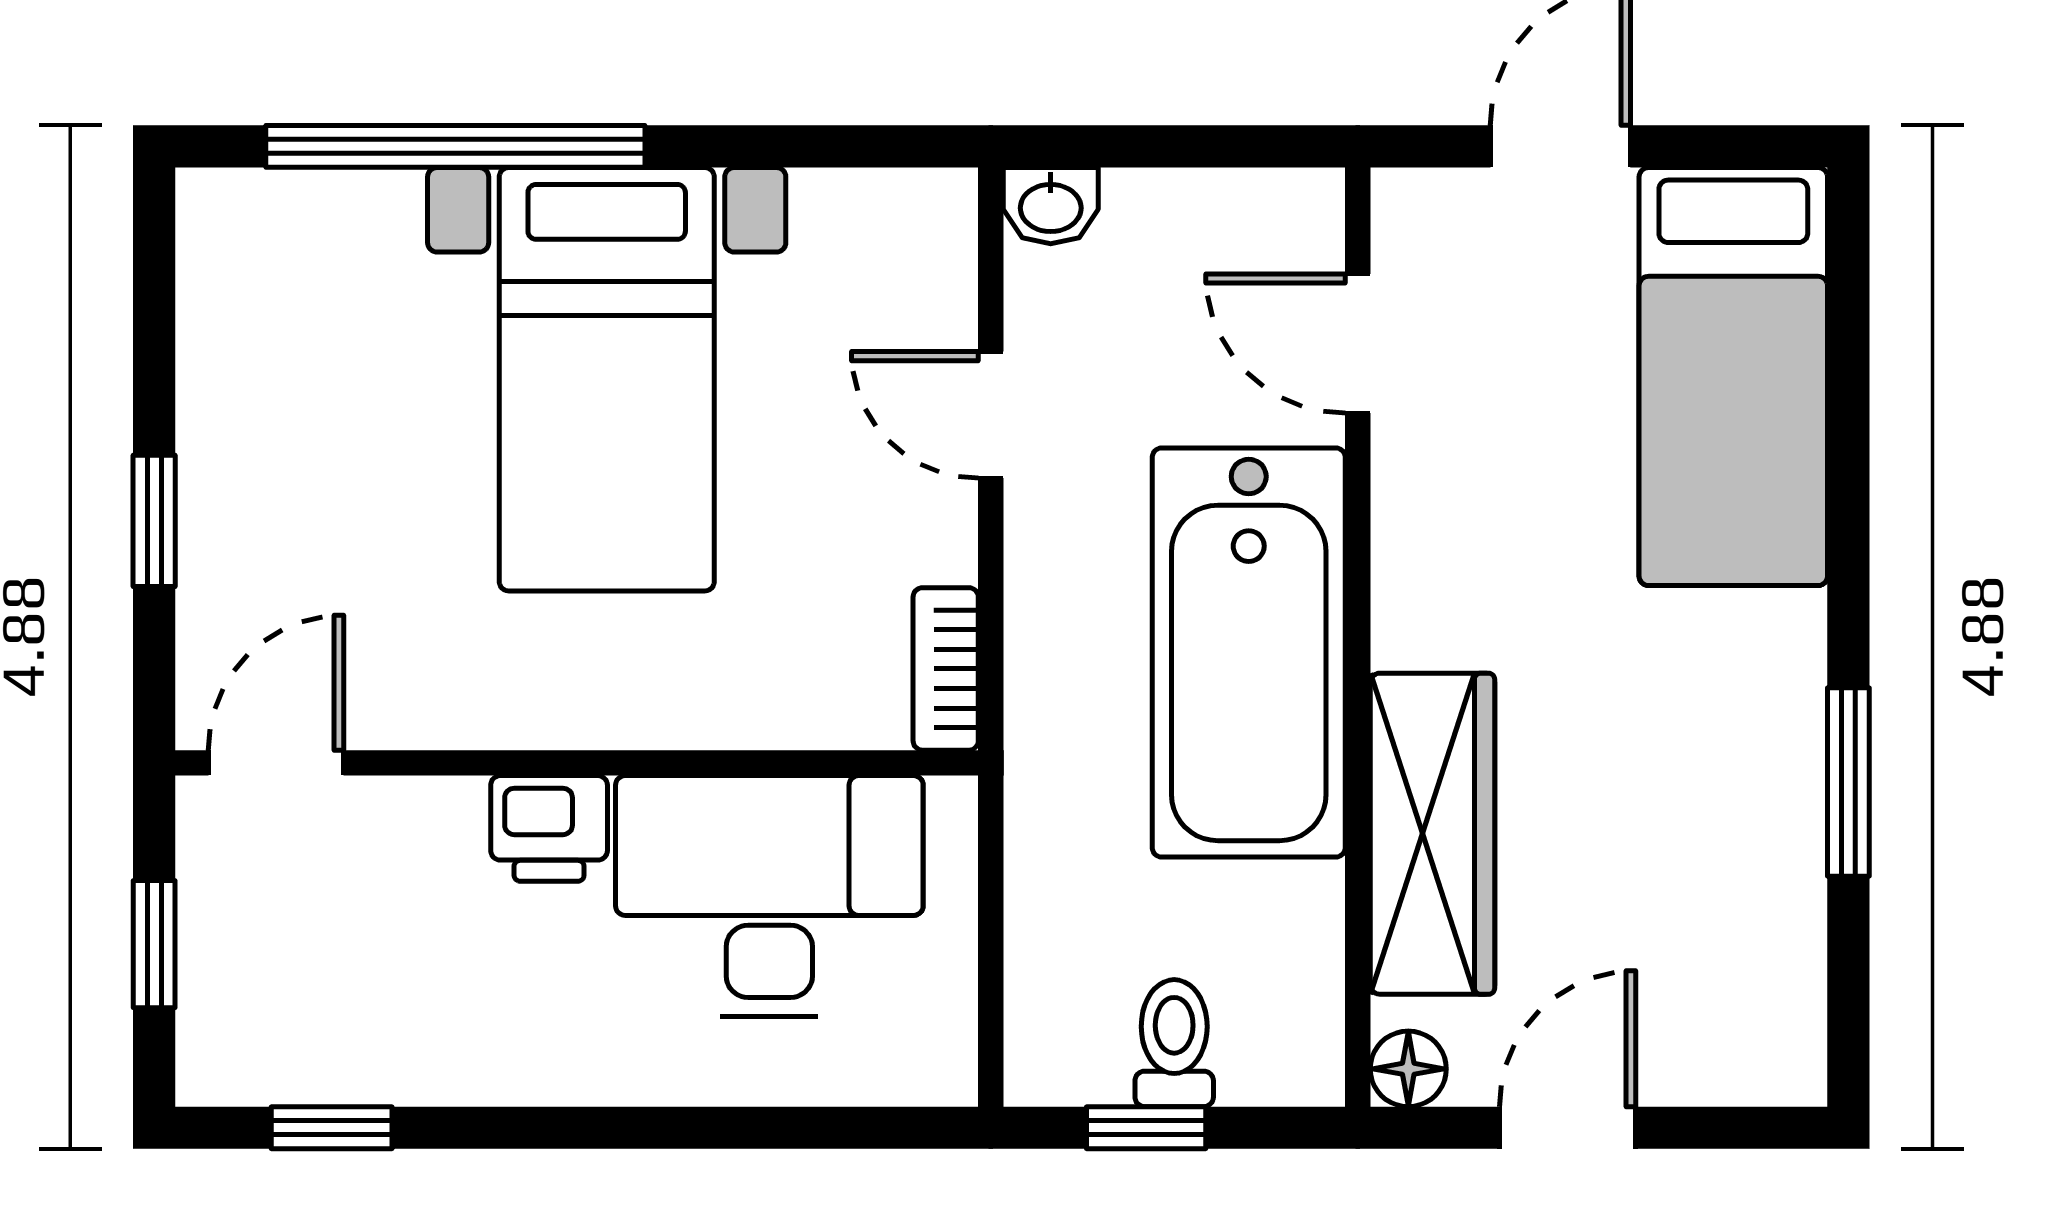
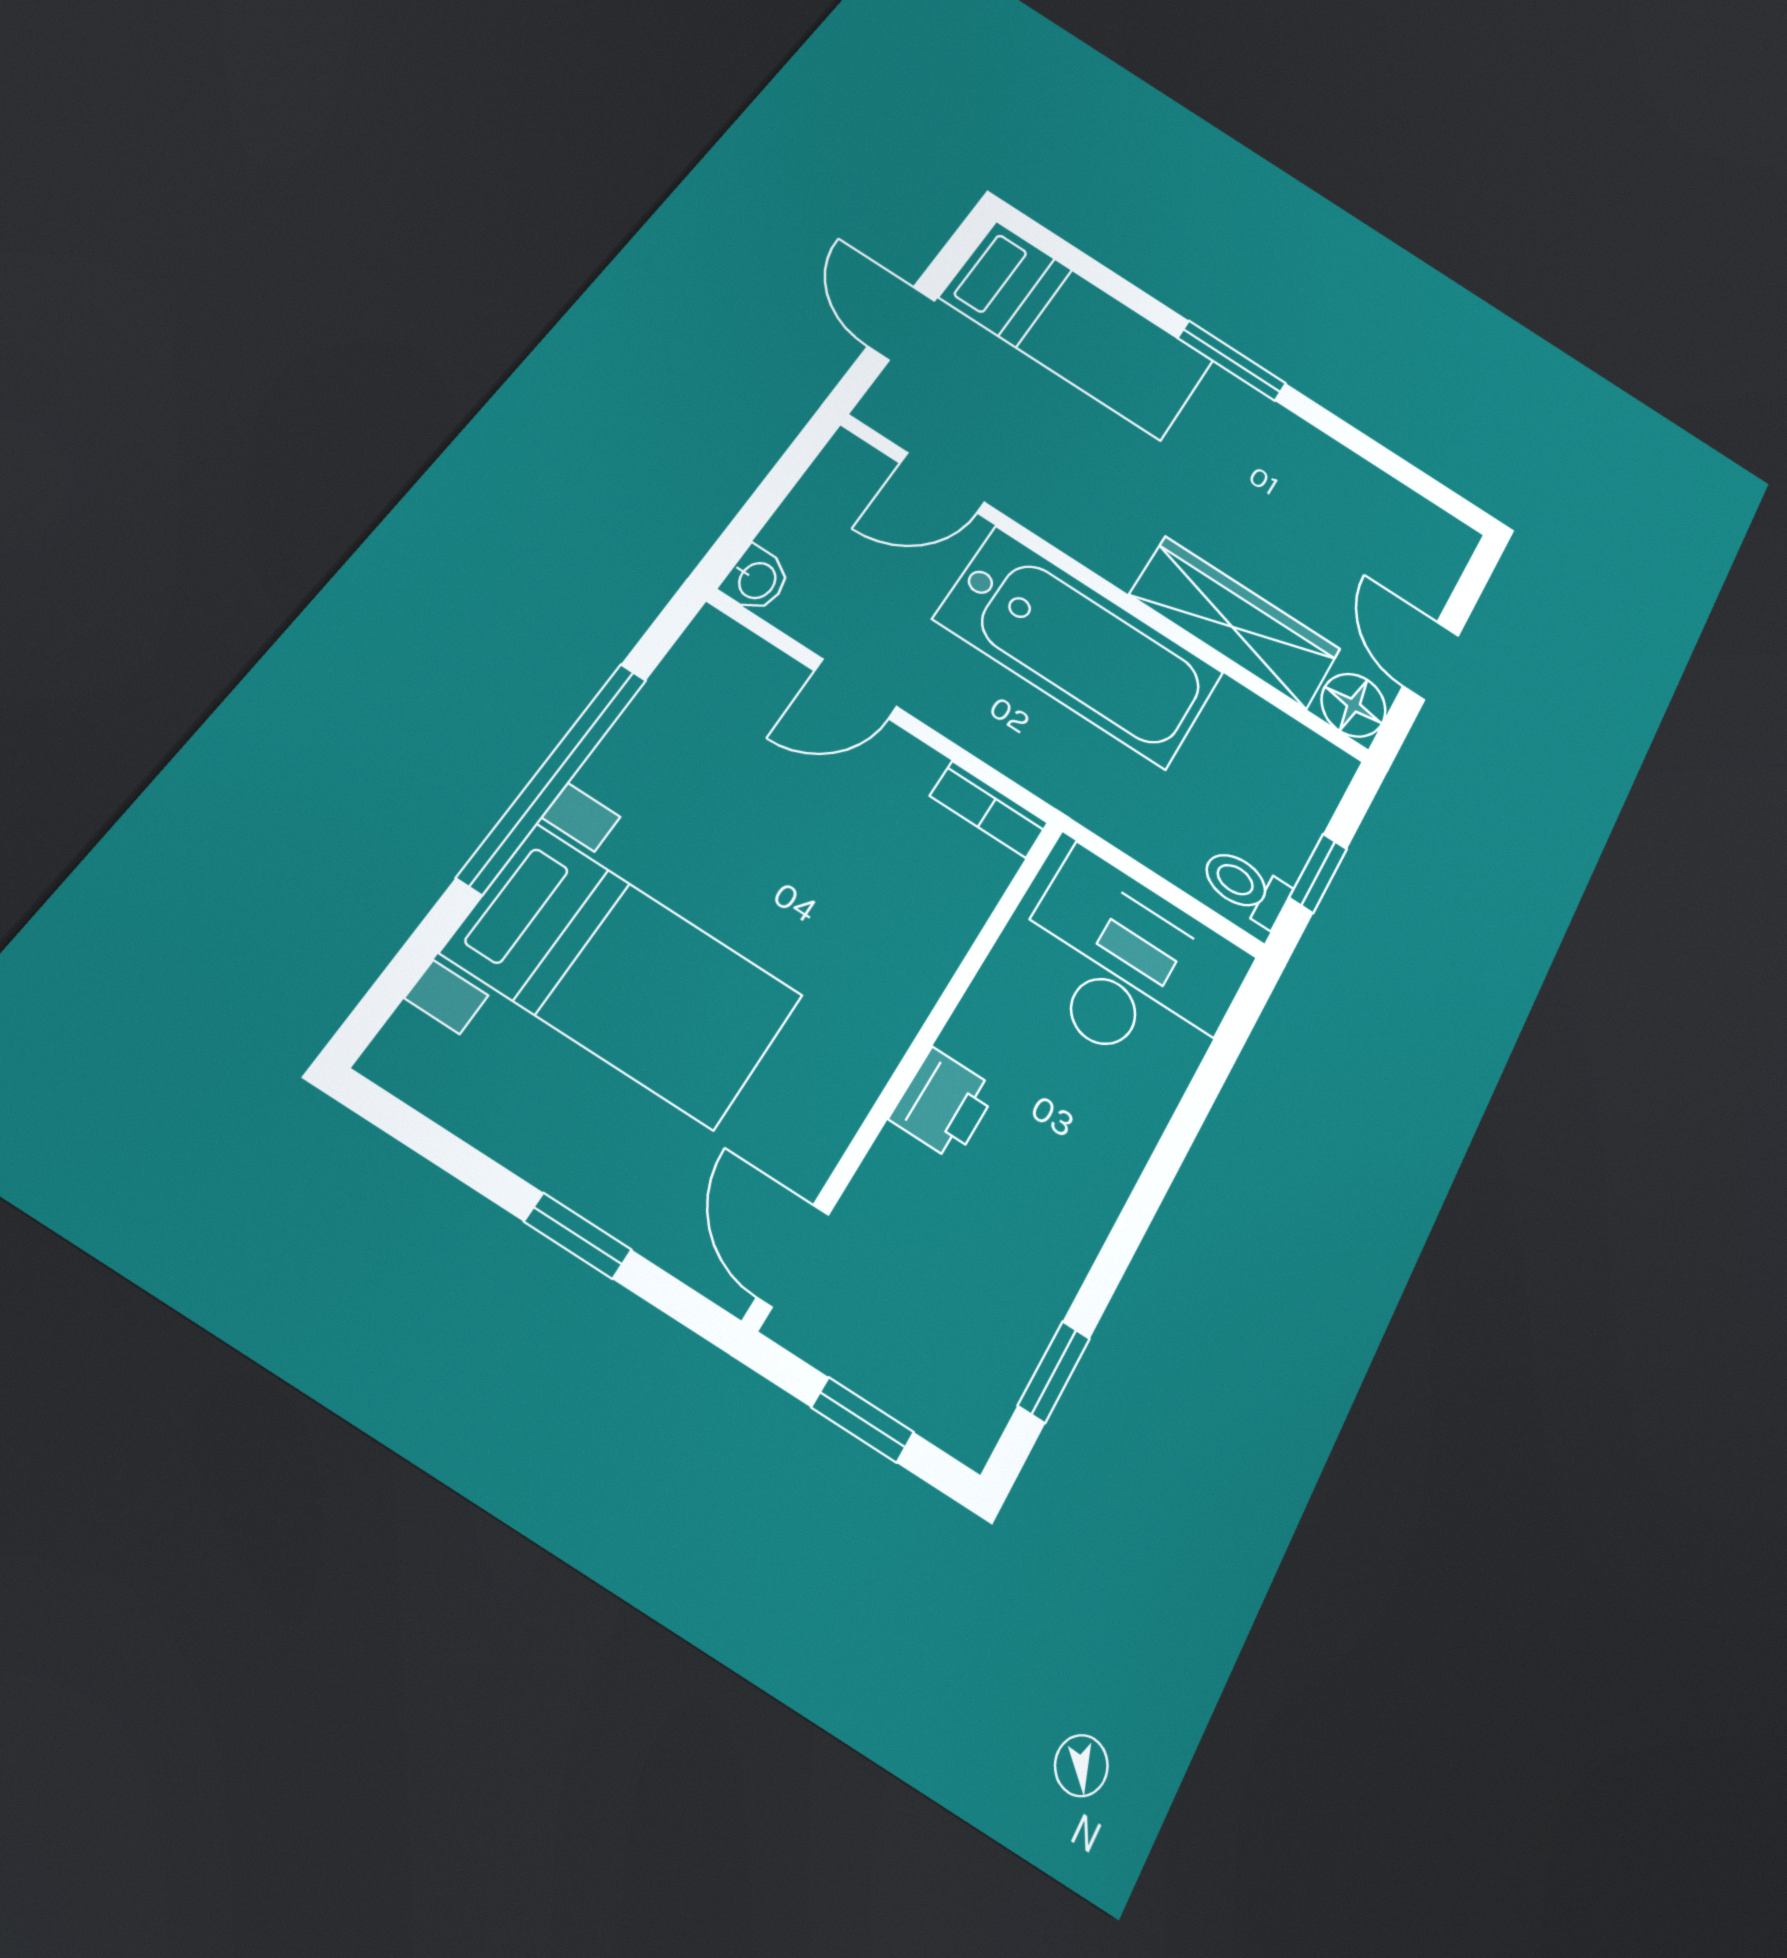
window: (455, 146) -> (554, 776), moved
bed with nightstands: (607, 379) -> (623, 975), moved
window: (1848, 782) -> (1232, 361), moved
desk: (769, 896) -> (1128, 968), moved, turned 90
toilet: (1174, 1043) -> (1245, 886), moved
floor lamp: (1408, 1069) -> (1354, 705), width x1.37, depth x1.37

